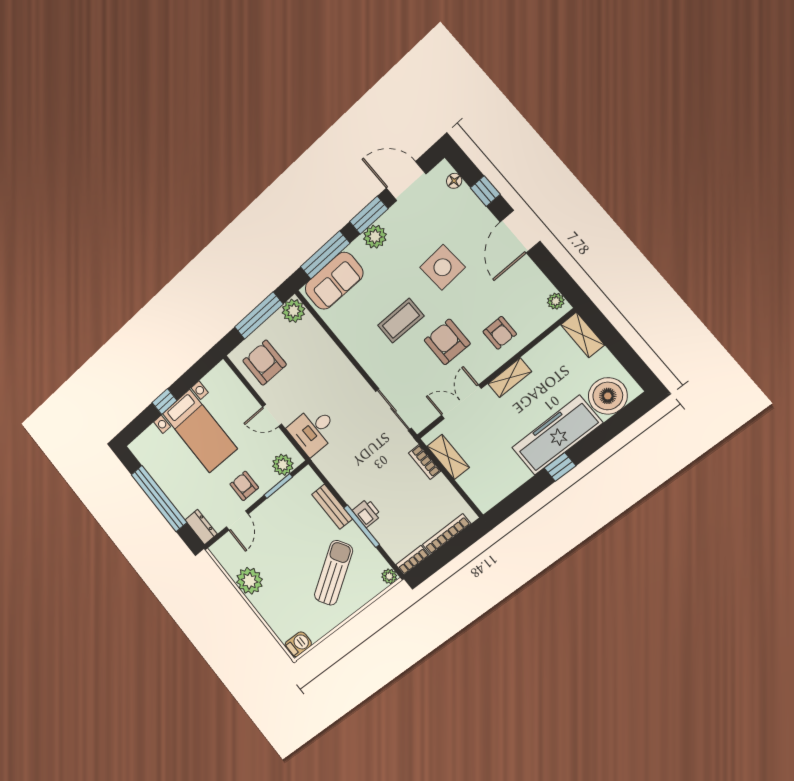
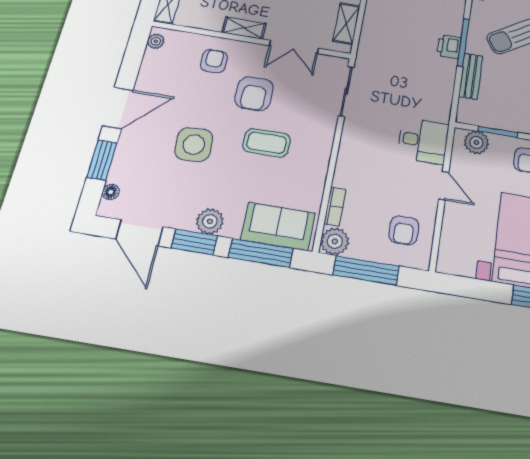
window: (485, 191) -> (102, 160), width x1.50
armchair: (264, 363) -> (404, 230), width x0.72, depth x0.72
bookcase: (425, 462) -> (335, 206), moved

